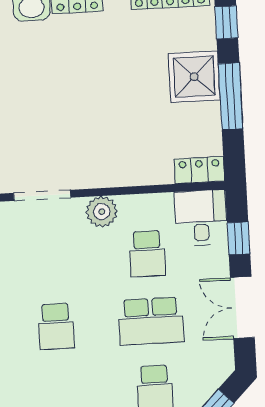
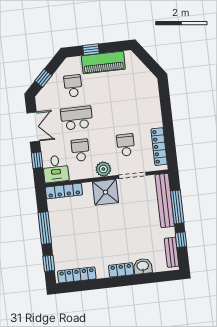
shower: (194, 77) -> (106, 192), moved
locker: (199, 170) -> (64, 191), width x1.53
school desk: (56, 326) -> (126, 145), moved

